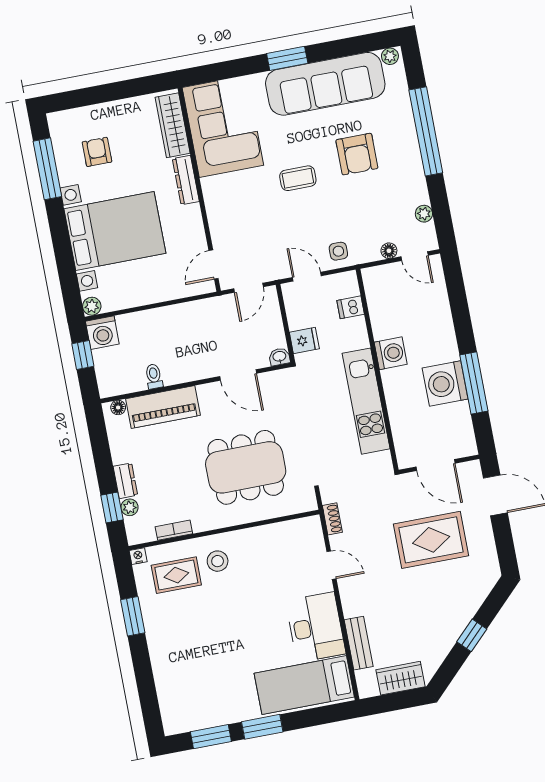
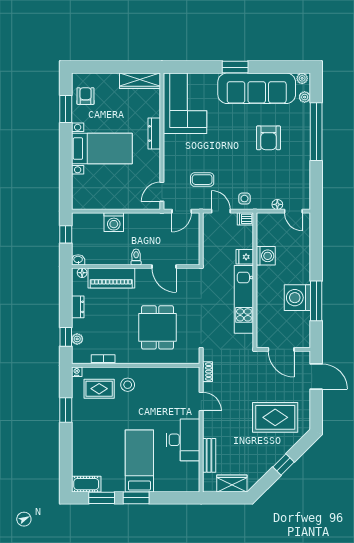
wardrobe: (173, 125) -> (140, 81), moved, turned -90
armchair: (97, 152) -> (86, 96), moved
window: (47, 169) -> (66, 109), width x0.69
coffee table: (298, 178) -> (202, 180), moved
plant: (424, 214) -> (305, 97), moved
bed with nightstands: (115, 231) -> (102, 149), width x0.73
plant: (92, 306) -> (78, 204), removed
dishwasher: (351, 307) -> (245, 219), moved
washing machine: (102, 333) -> (114, 222), moved
fridge: (304, 340) -> (245, 257), moved, turned 180
washing machine: (391, 353) -> (266, 256), moved
washbasin: (279, 357) -> (78, 260), moved
toilet: (154, 376) -> (136, 257), moved
dining table: (246, 467) -> (158, 327), width x0.73
dresser: (125, 481) -> (78, 307), moved
rug: (431, 540) -> (275, 417), moved
bed: (304, 685) -> (139, 461), moved, turned 90
cot: (184, 721) -> (86, 484), added

